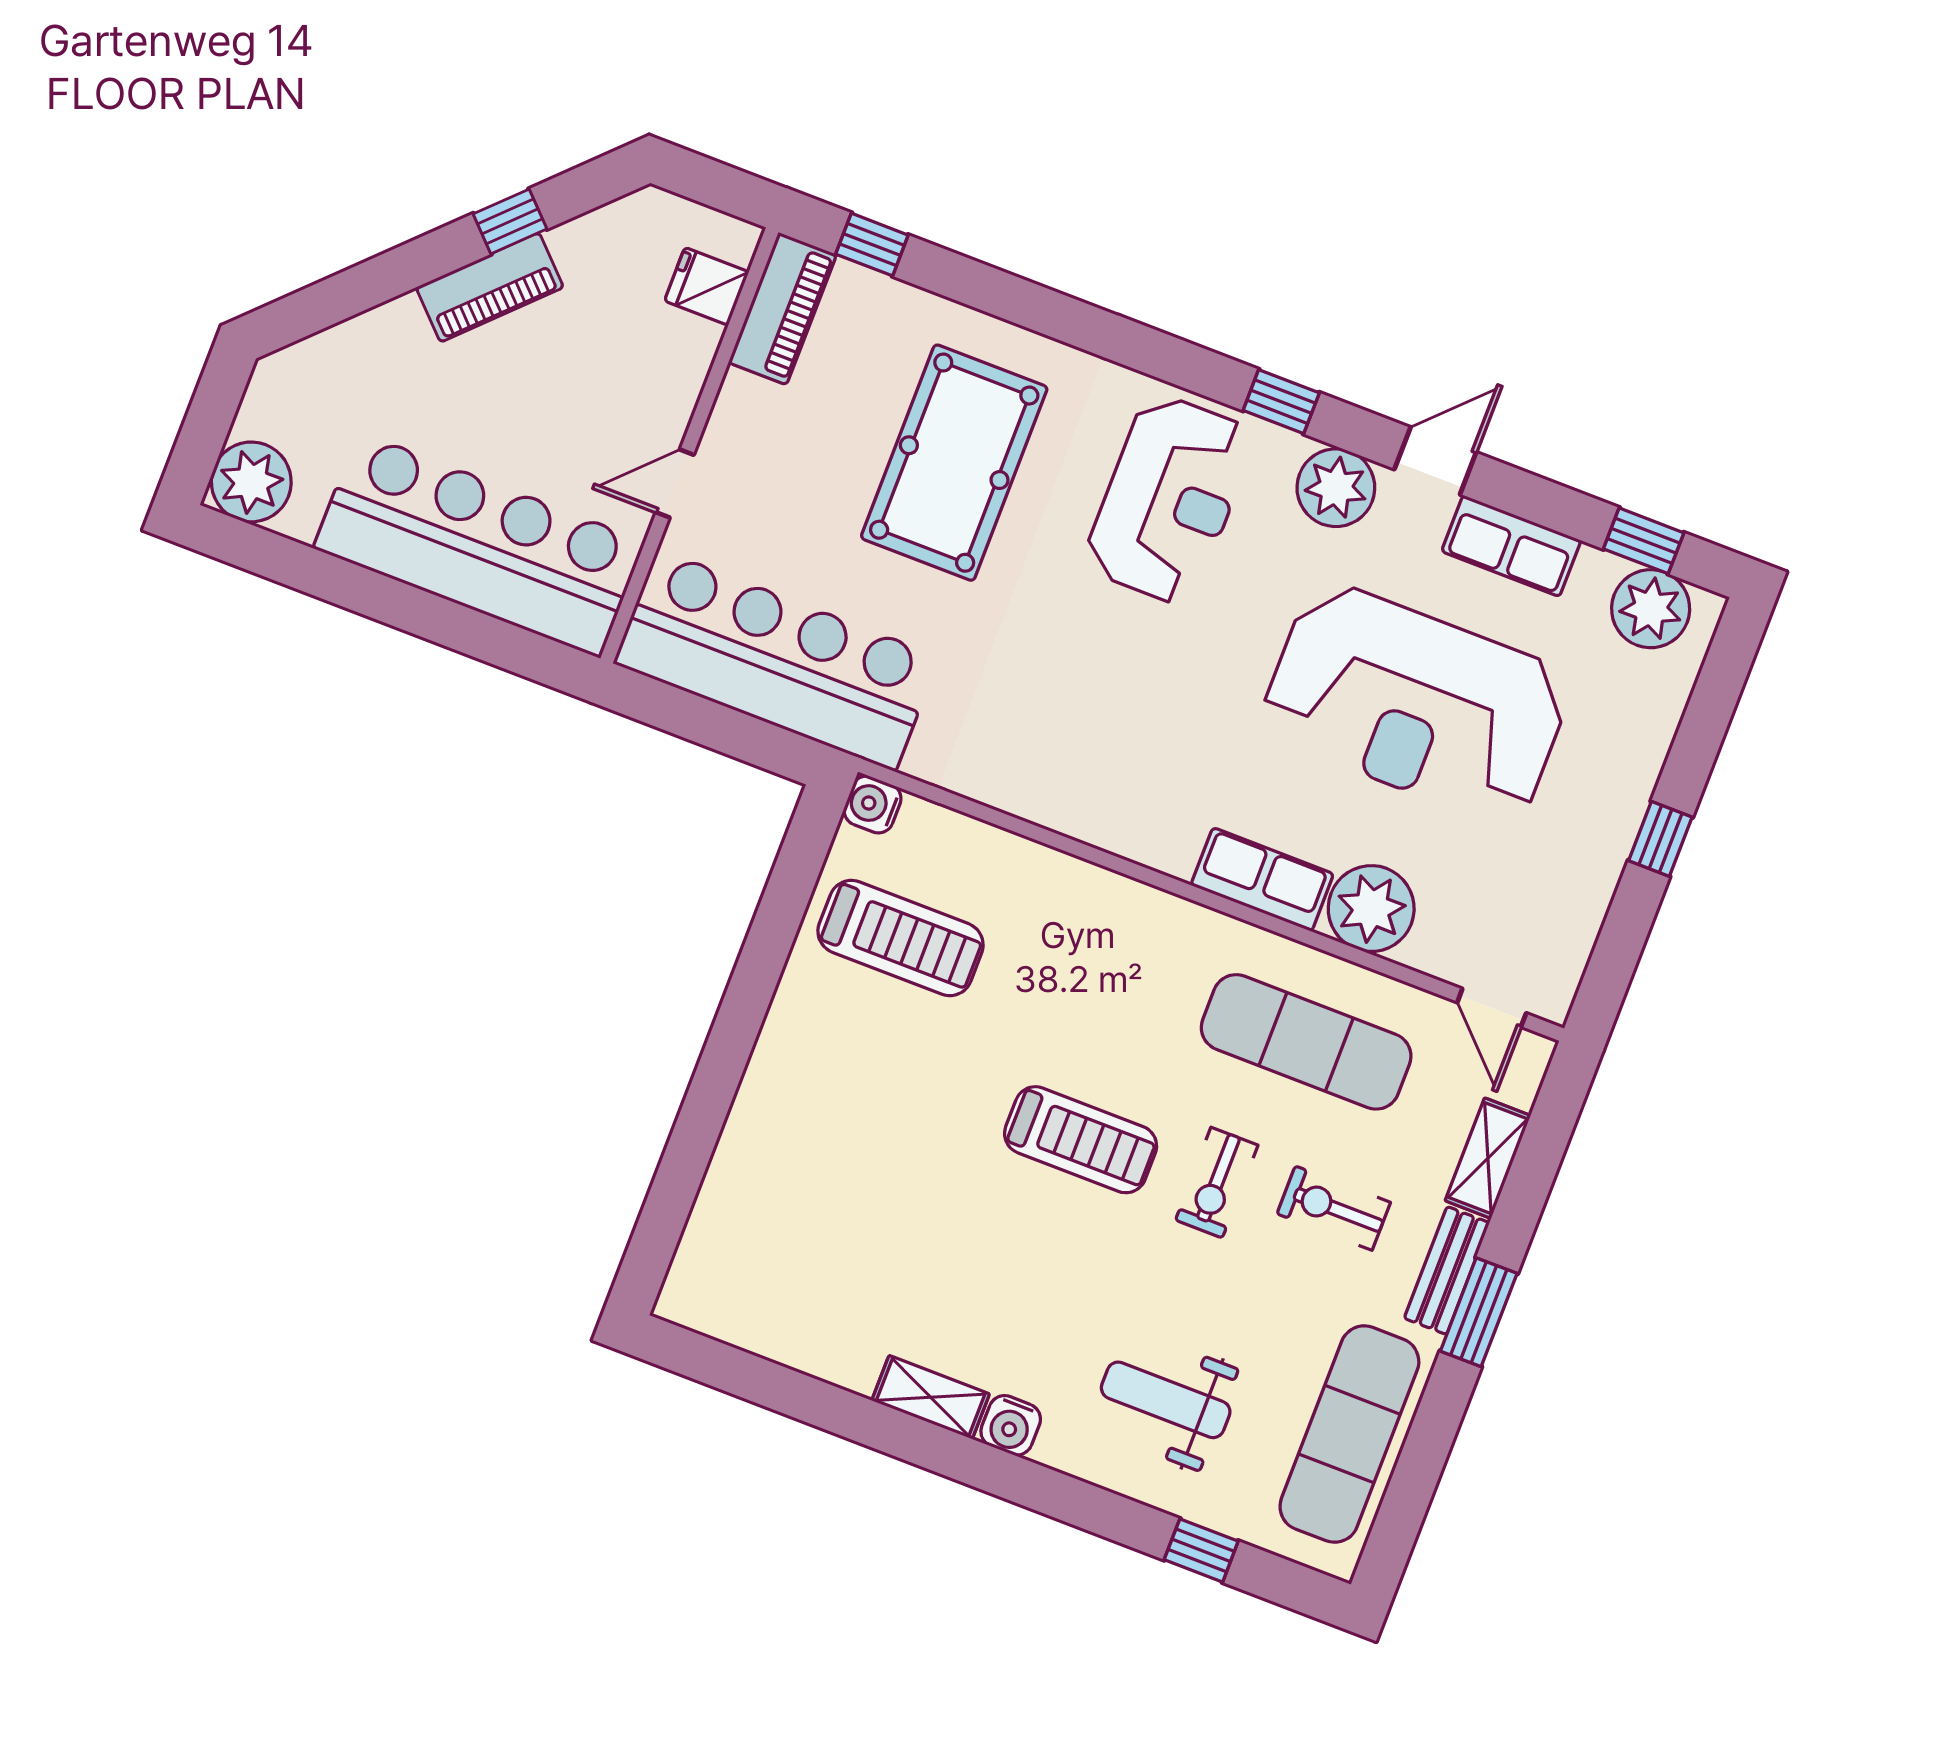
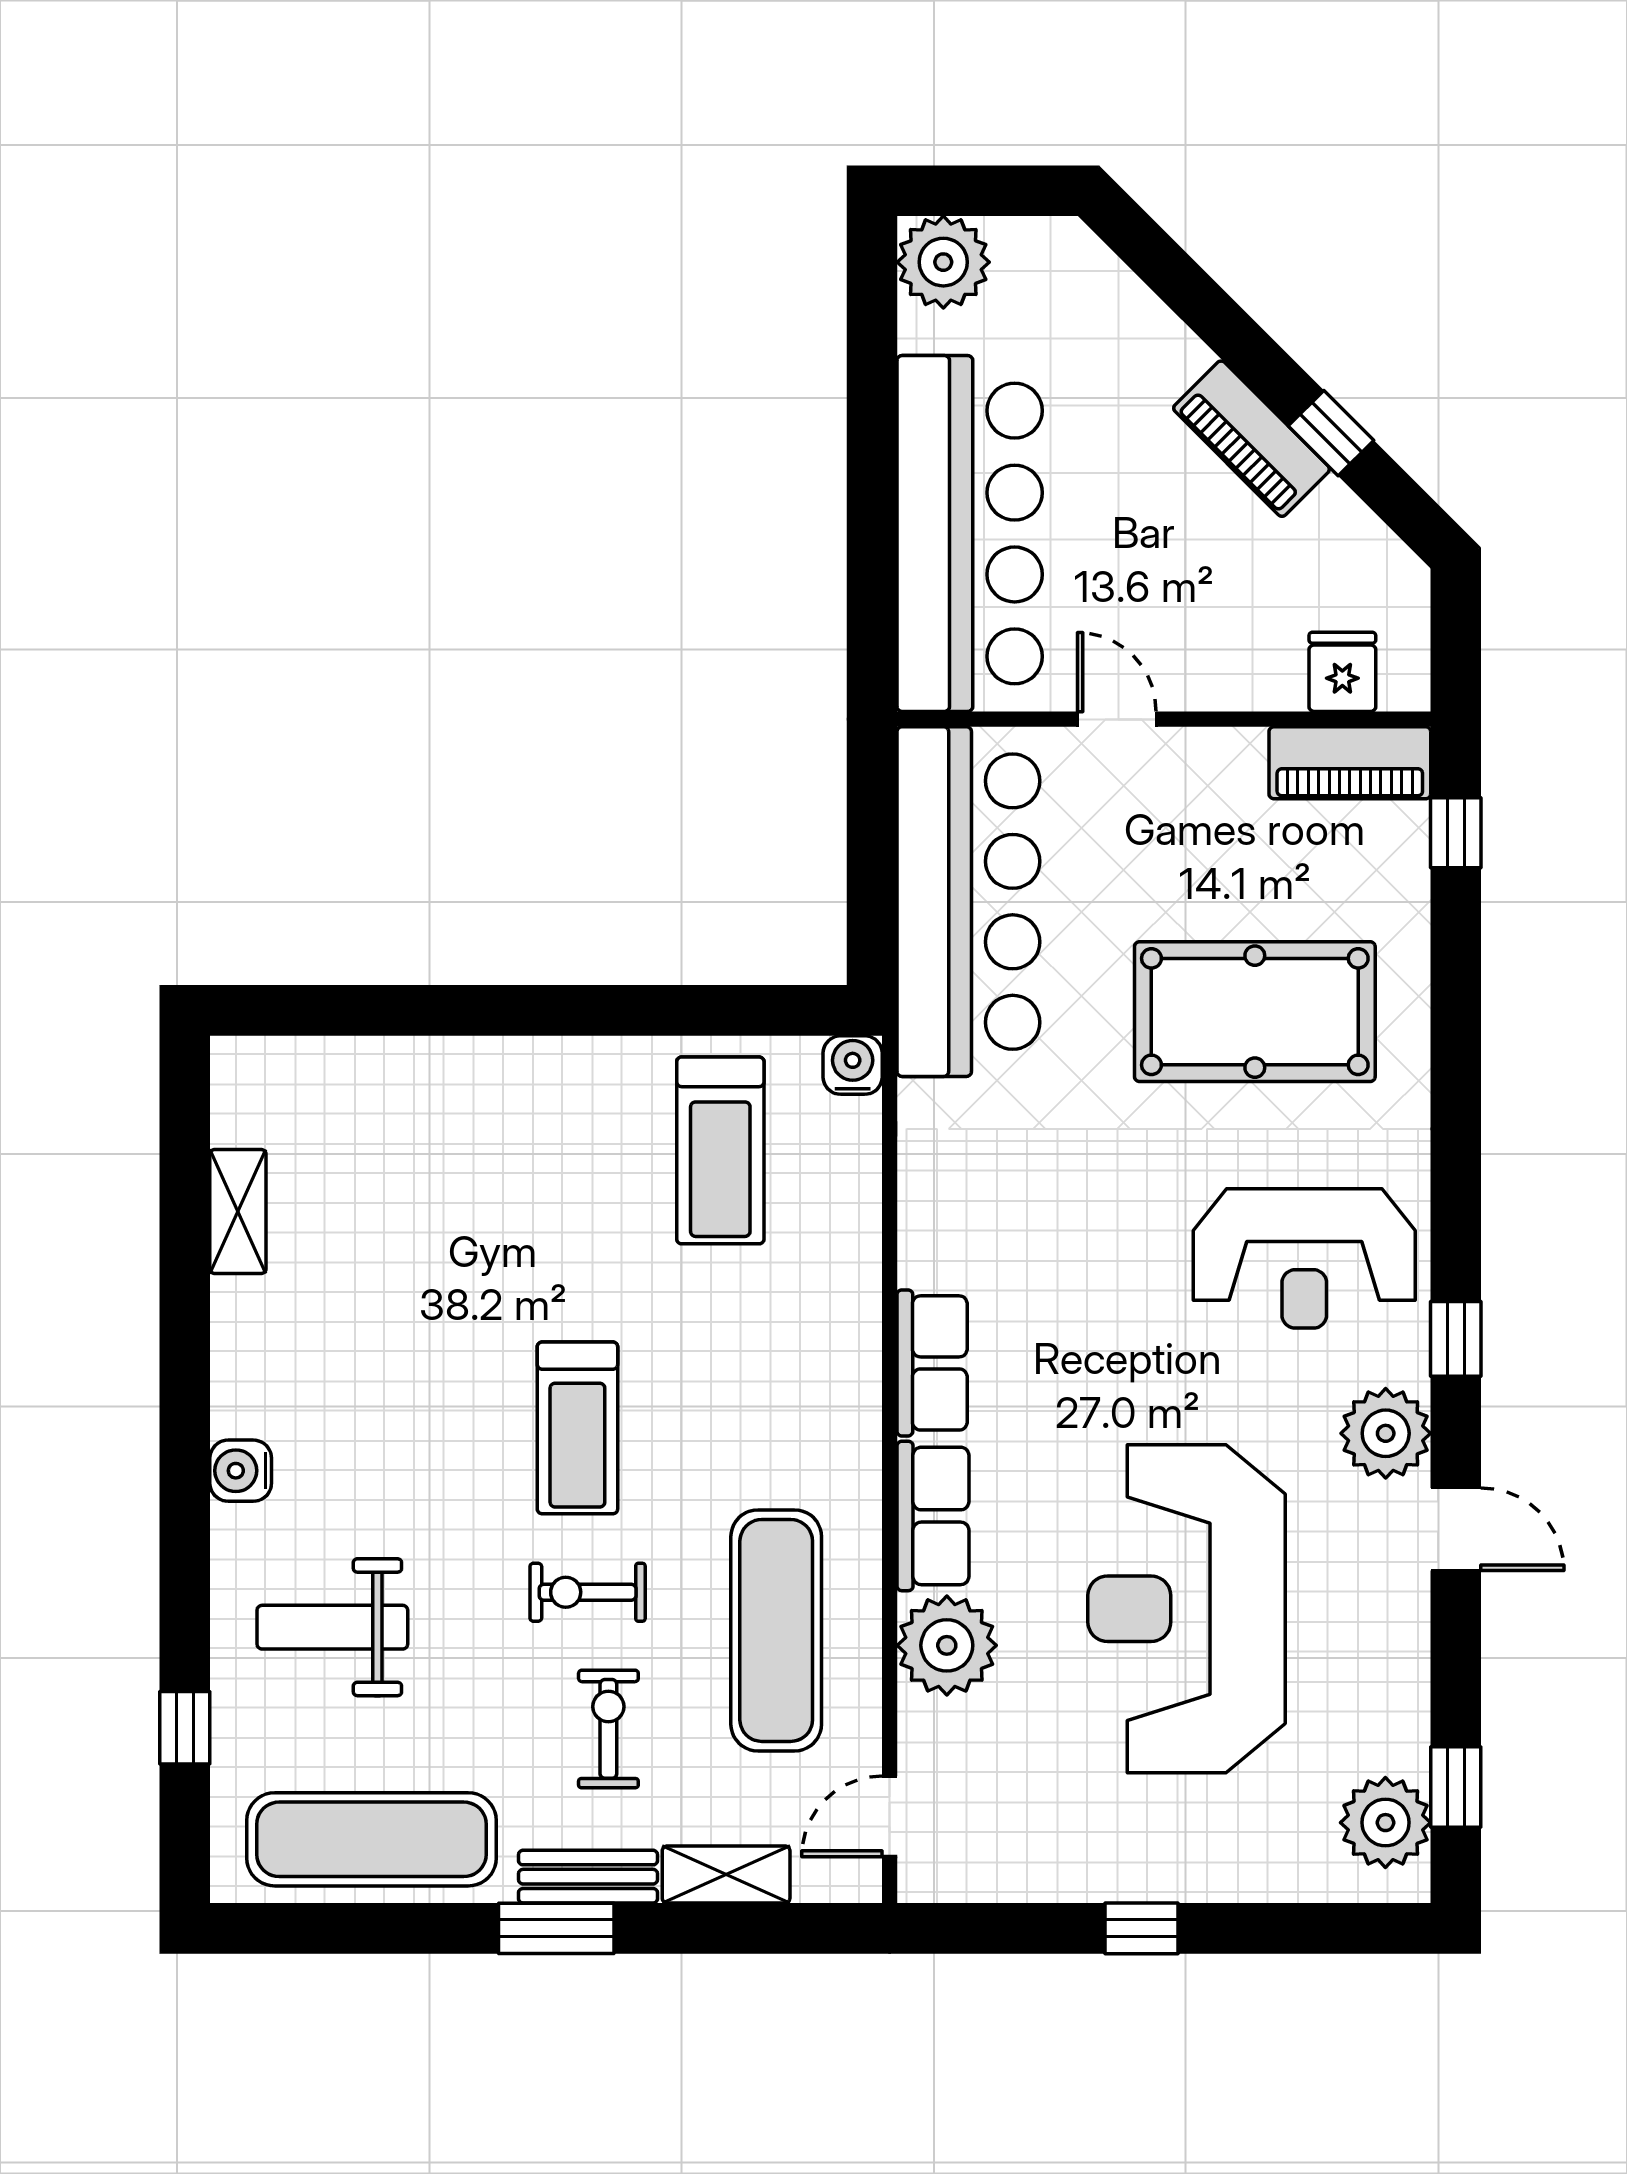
row of seats: (1511, 546) -> (932, 1363), moved, turned 180
shelving: (931, 1397) -> (238, 1211), moved
weight bench: (1166, 1400) -> (332, 1627), turned -90

